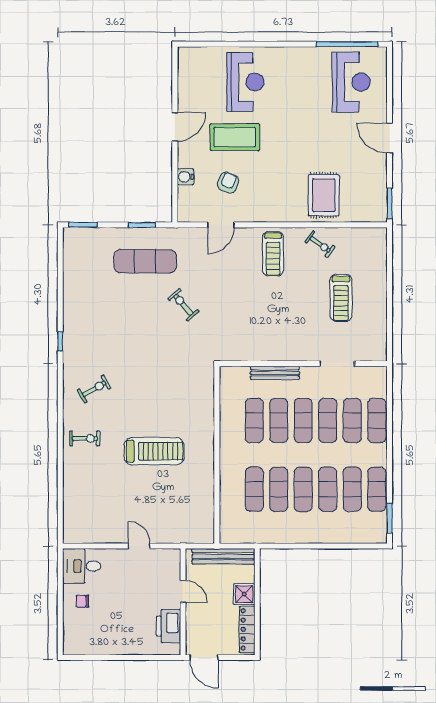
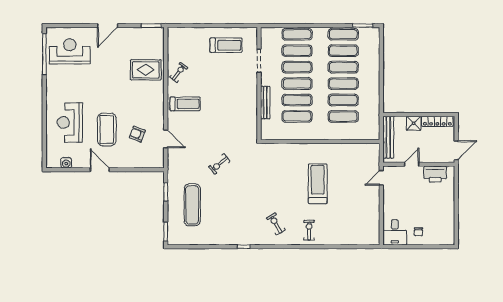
reception desk: (245, 82) -> (70, 122), turned -90
water cooler: (185, 177) -> (66, 163), moved
exercise mat: (145, 261) -> (192, 205), moved
treadmill: (341, 298) -> (226, 45), moved
door: (139, 546) -> (381, 178), moved

